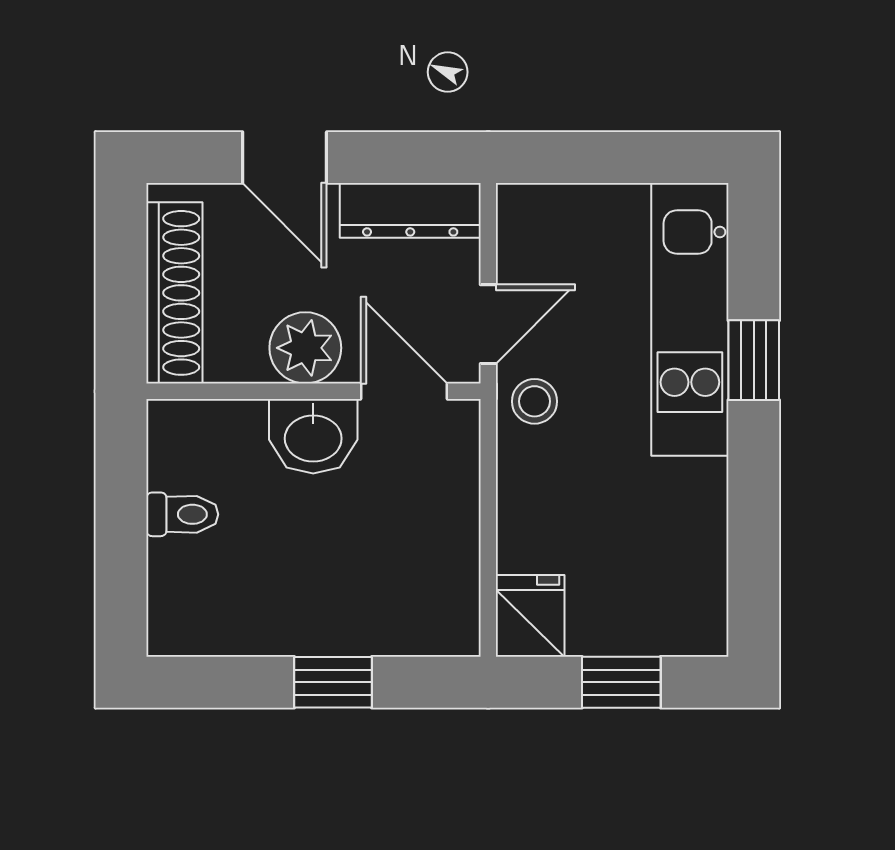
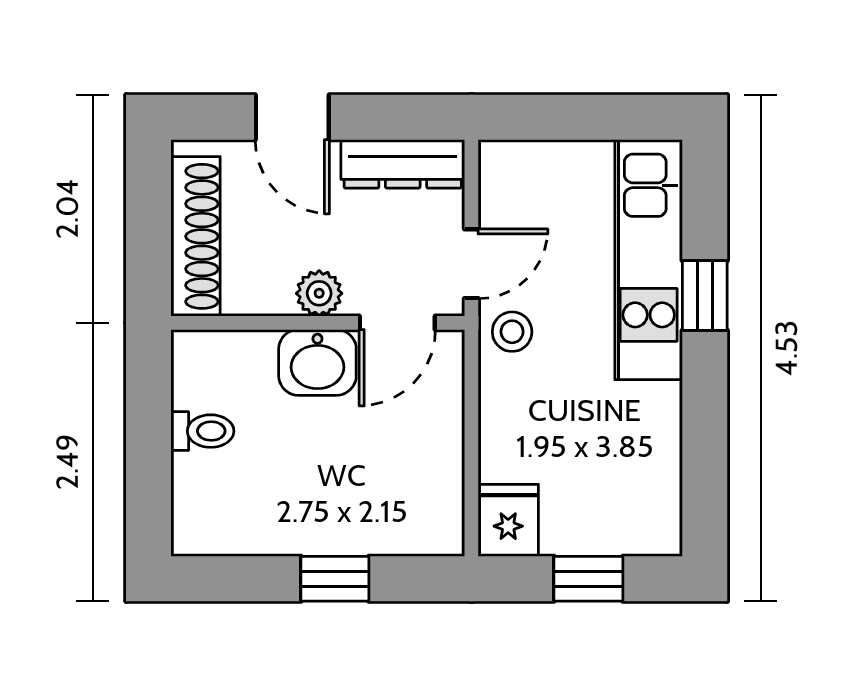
plant: (305, 348) -> (319, 293), width x0.73, depth x0.73
door: (404, 391) -> (397, 323), swing flipped

